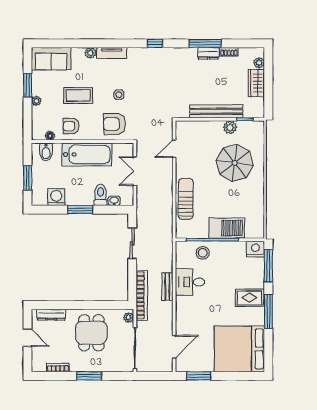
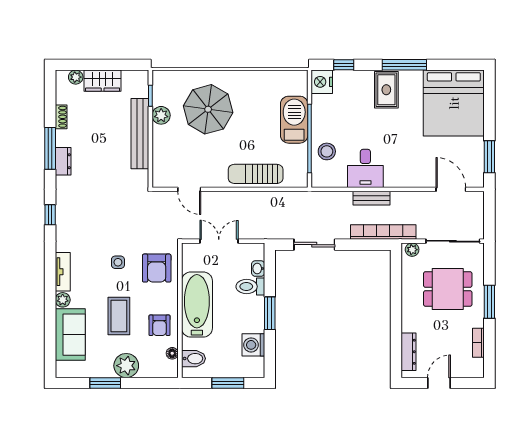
dresser: (208, 53) -> (63, 161), moved
sofa: (51, 59) -> (70, 335), moved
plant: (36, 101) -> (126, 366), width x1.88, depth x1.88
double door: (135, 171) -> (219, 241), swing flipped
window: (268, 266) -> (344, 65), width x0.46
dining table: (91, 333) -> (448, 289), moved

